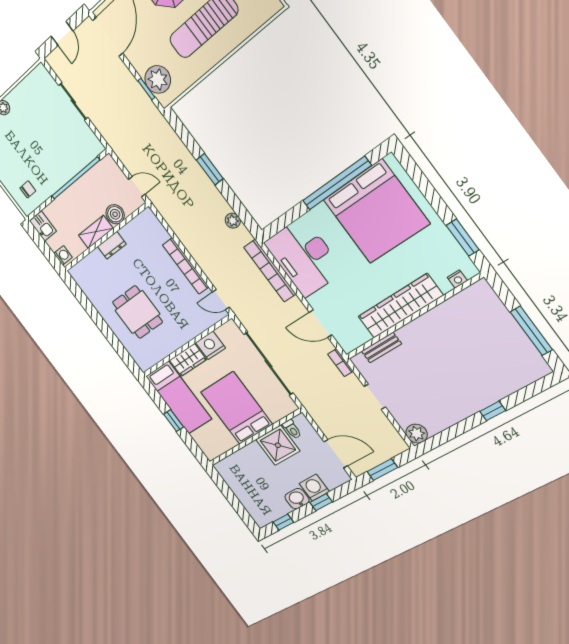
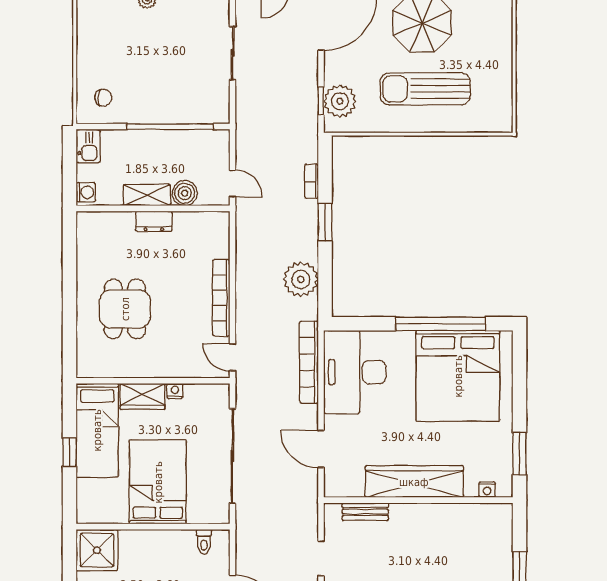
plant: (233, 221) -> (301, 279), width x1.88, depth x1.88
nightstand: (210, 345) -> (175, 391), width x0.53, depth x0.56
bookcase: (340, 363) -> (311, 181), moved
shower: (278, 445) -> (97, 550), moved

